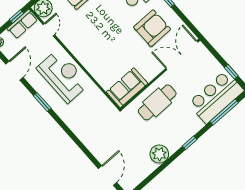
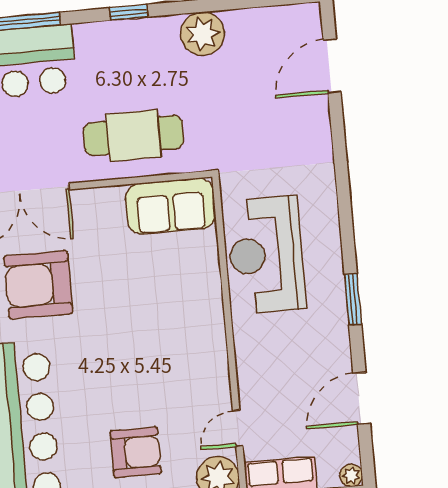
reception desk: (63, 76) -> (266, 255), moved

